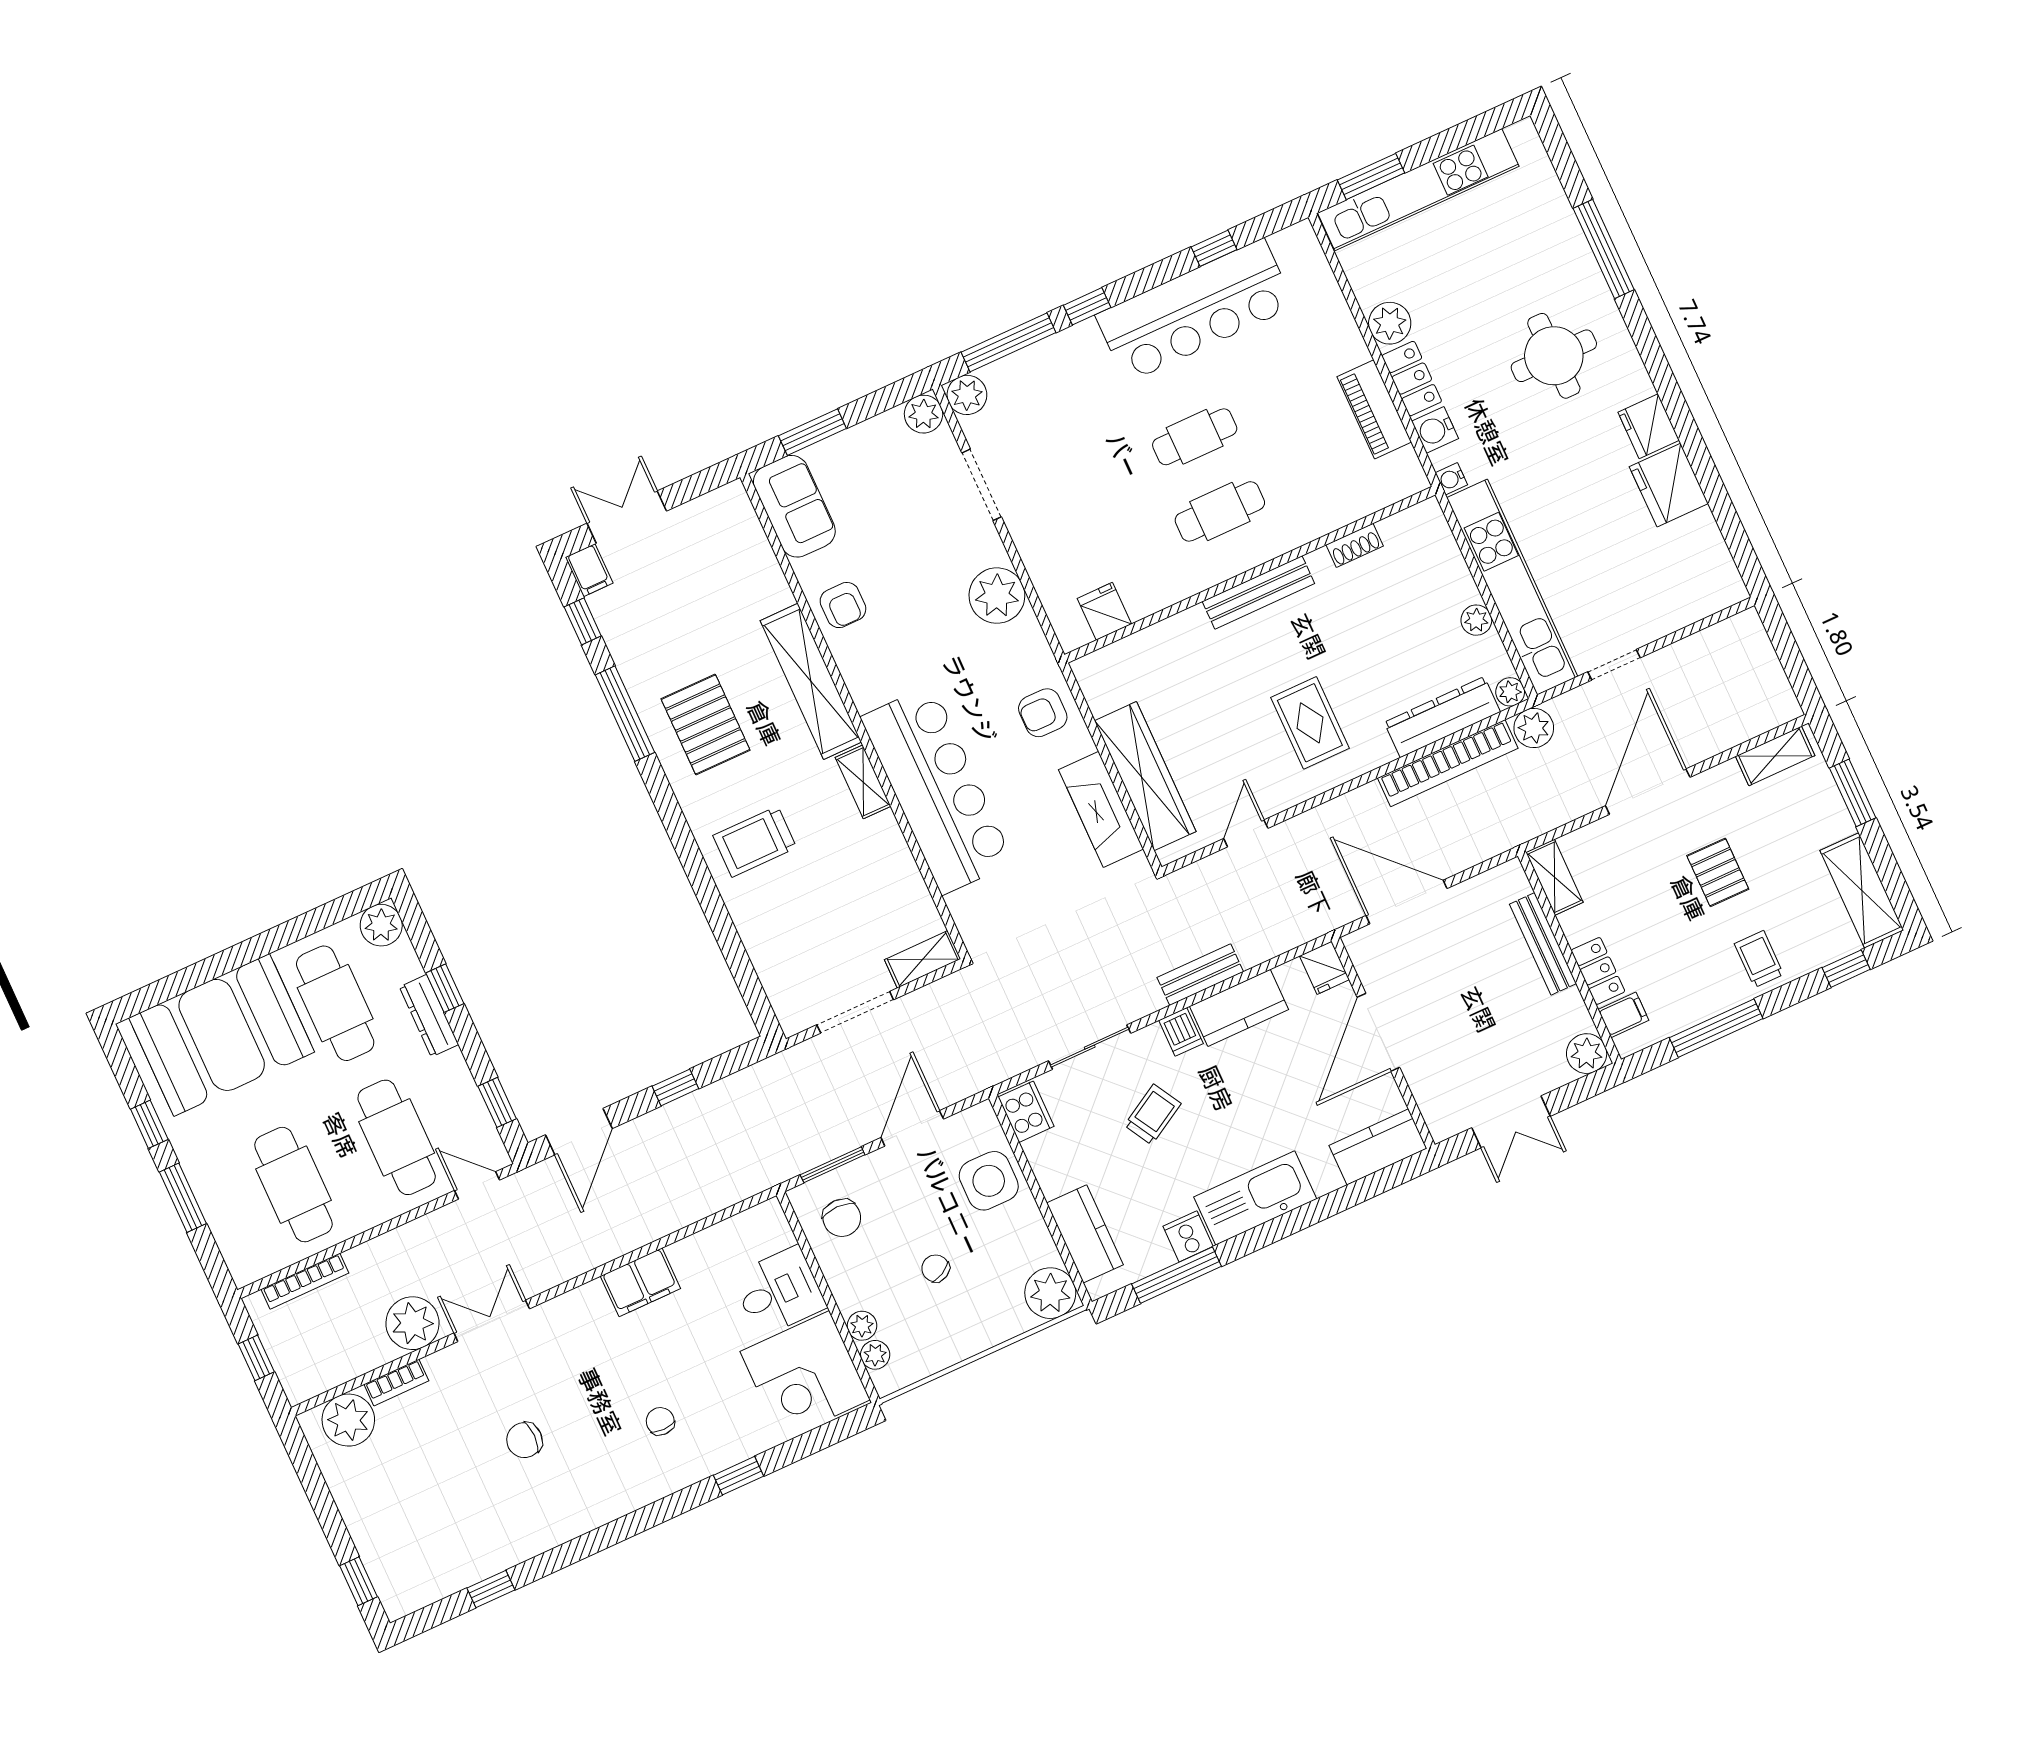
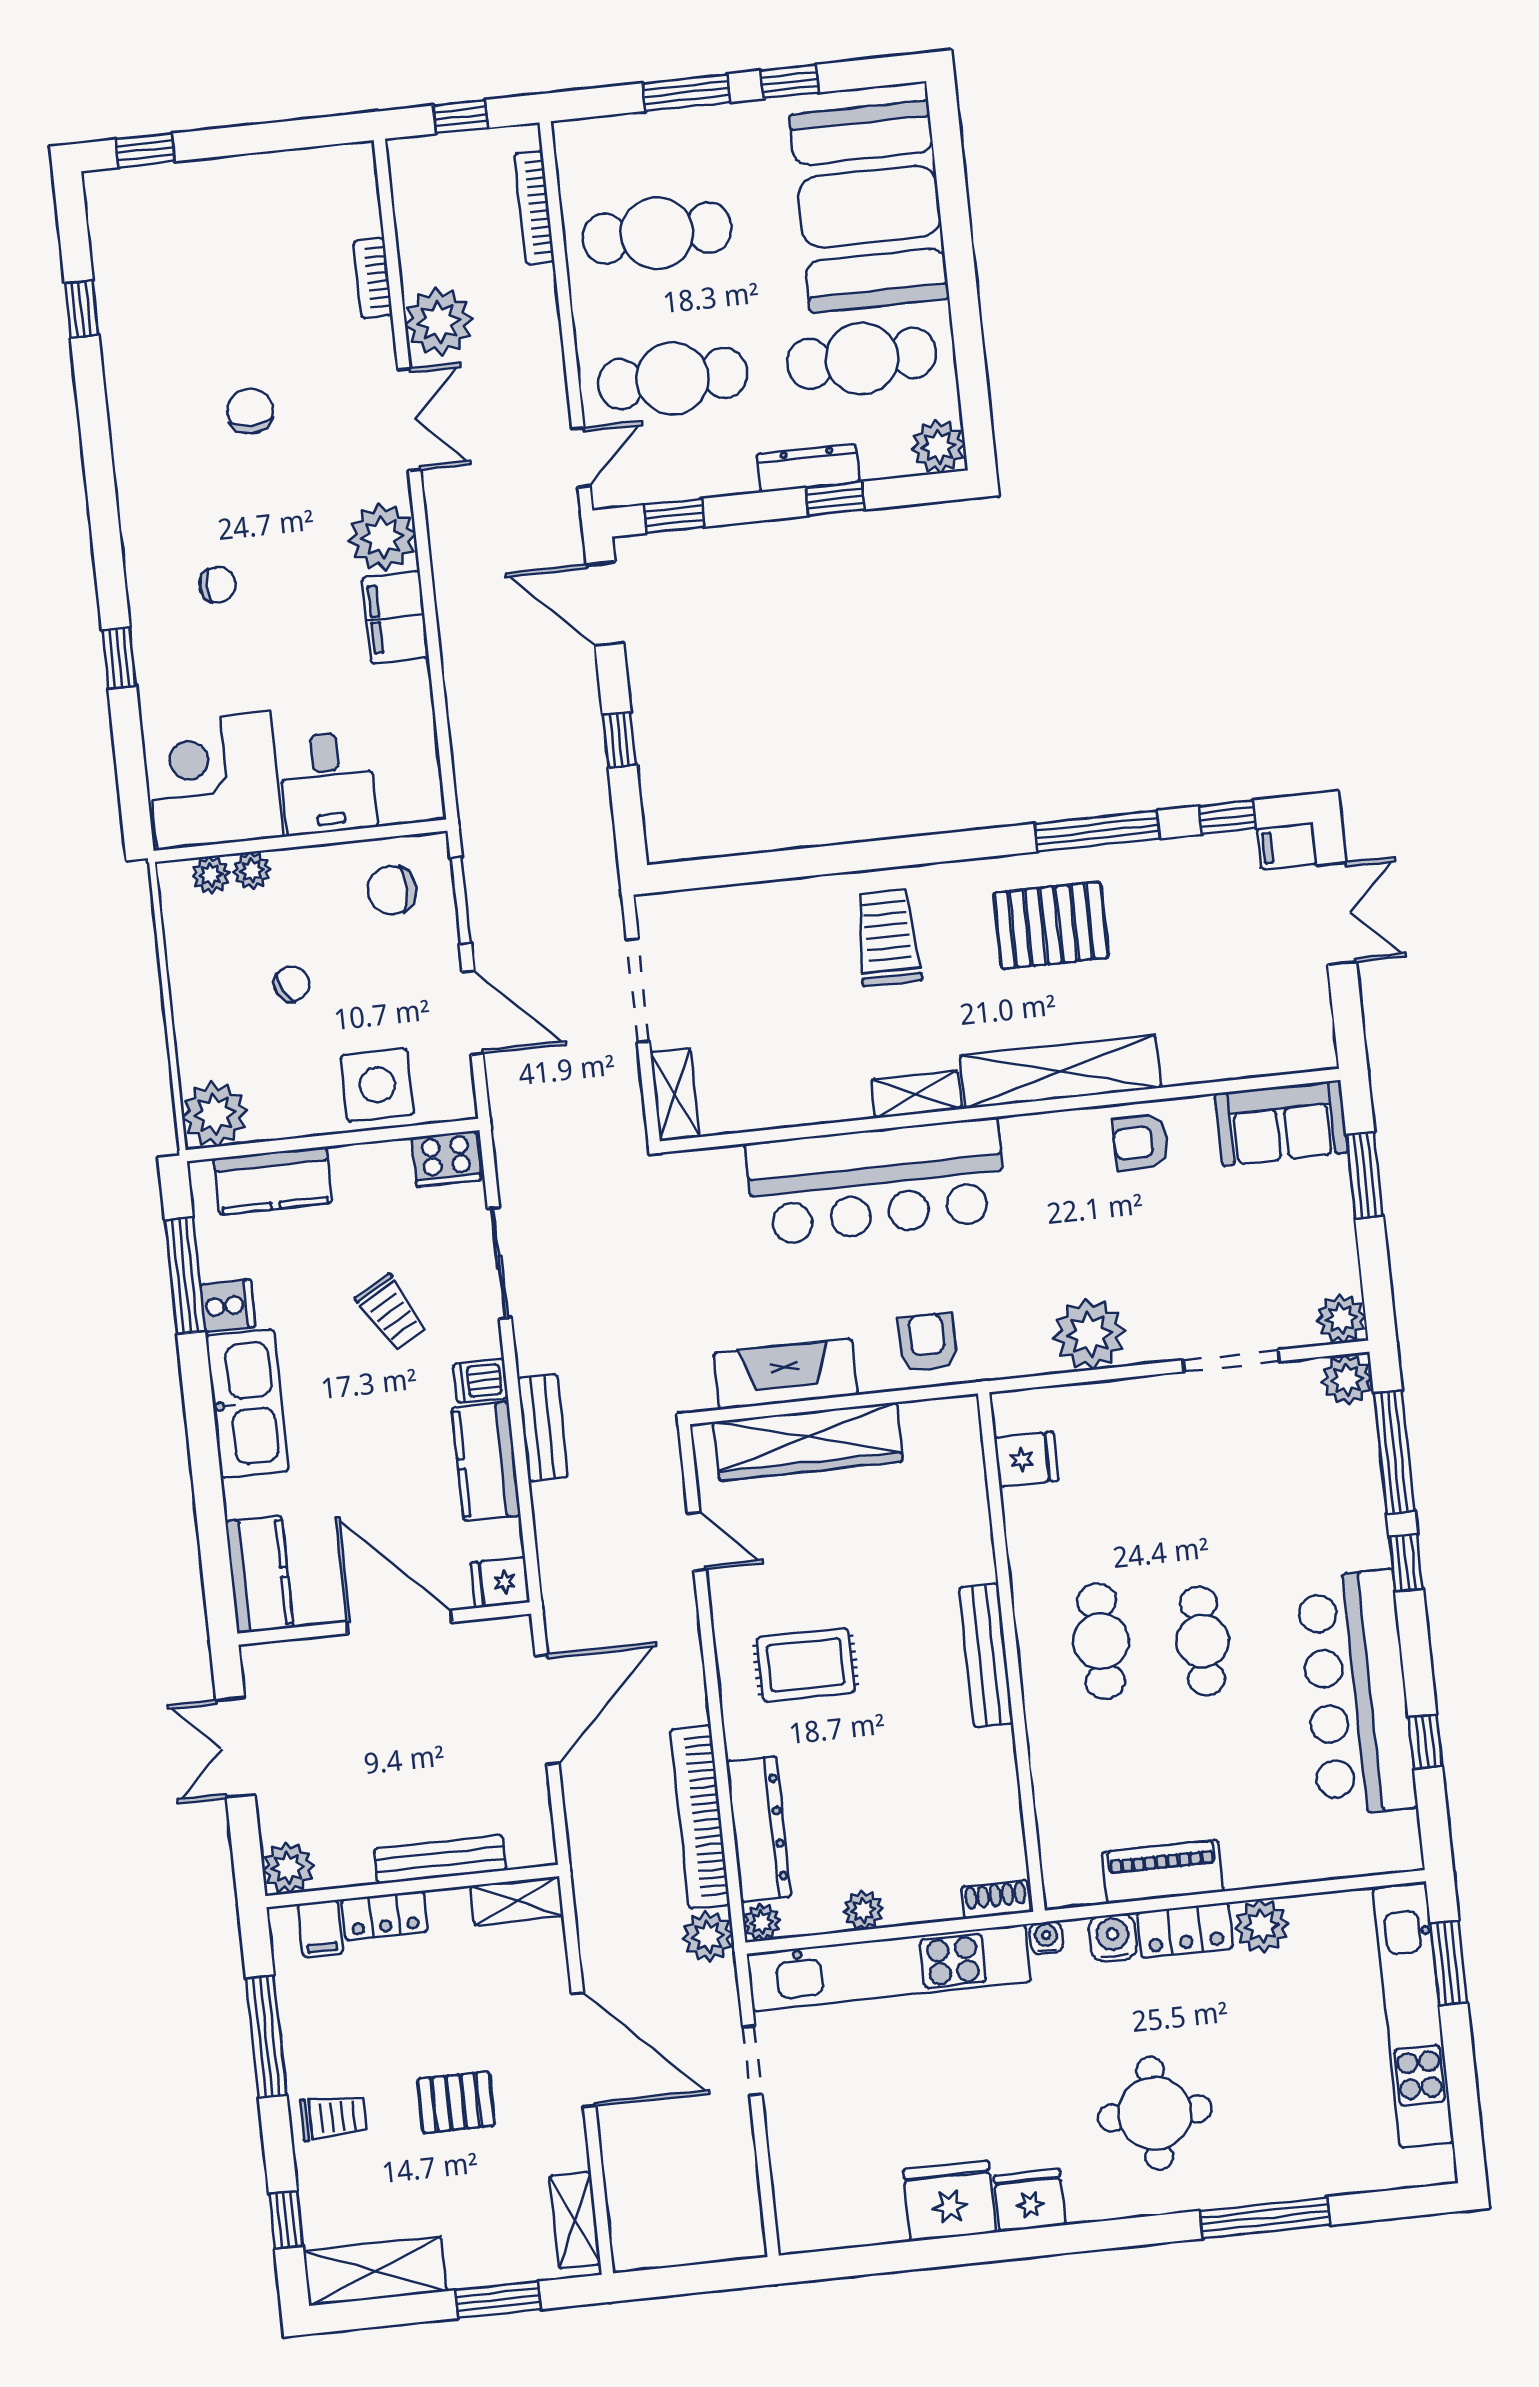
shoe rack: (1355, 545) -> (996, 1900), moved, turned 90
plant: (348, 1420) -> (382, 537), moved

